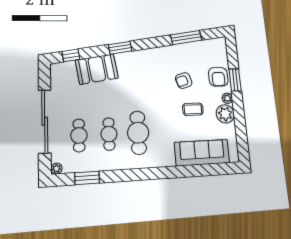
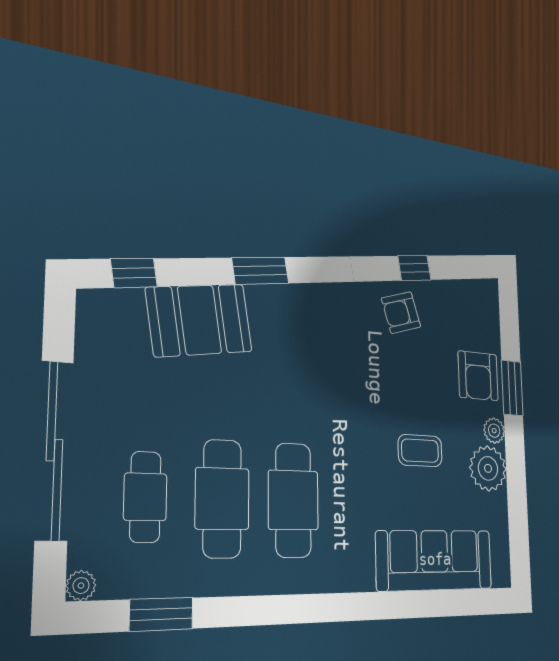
window: (186, 38) -> (414, 268), width x0.46
armchair: (184, 81) -> (401, 313), moved
cafe table: (109, 134) -> (222, 499), width x1.37, depth x1.35

